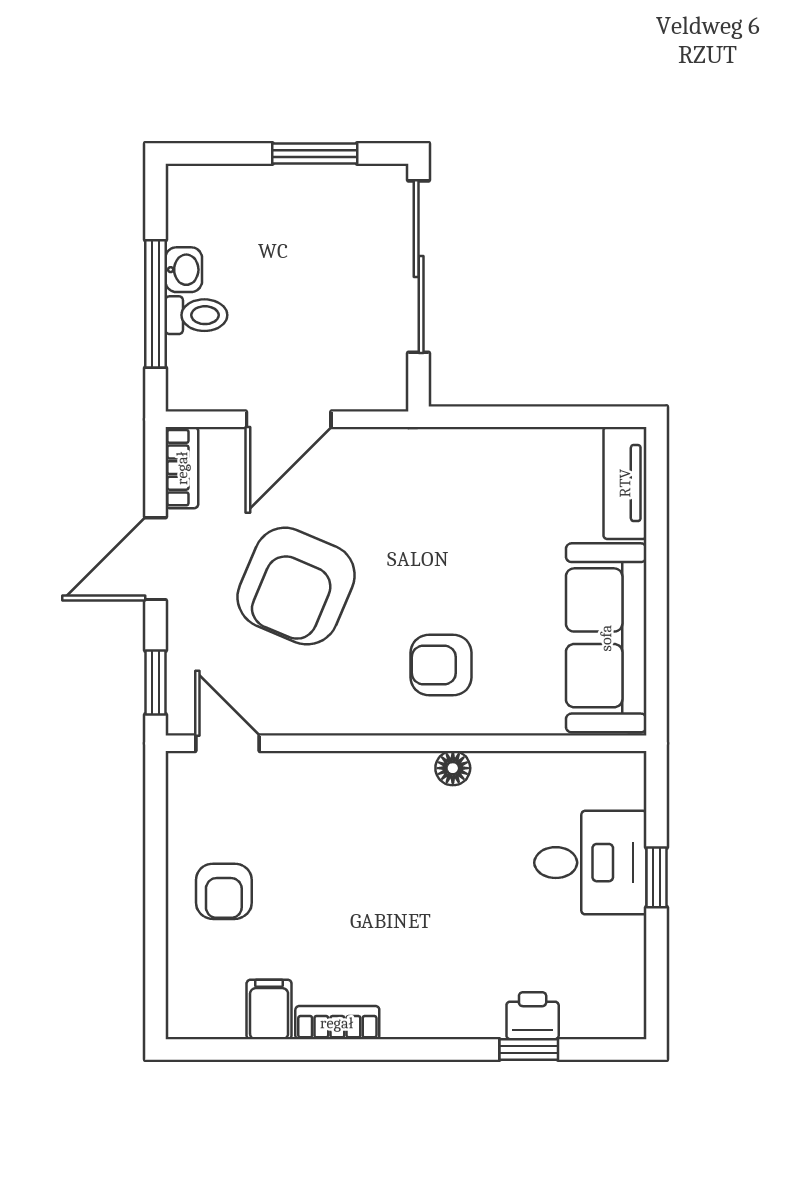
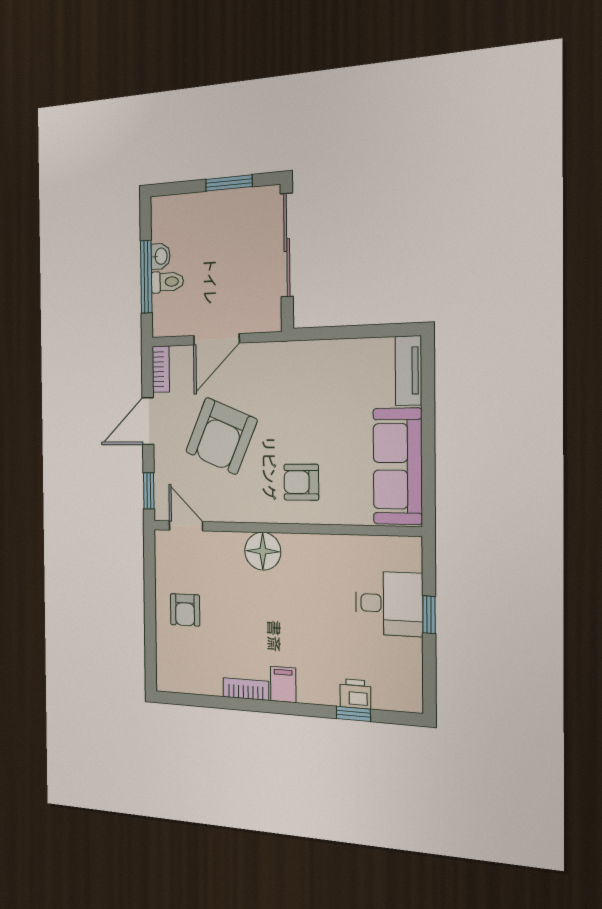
floor lamp: (453, 768) -> (263, 551), moved, width x1.89, depth x1.89
filing cabinet: (269, 1010) -> (283, 684), moved

